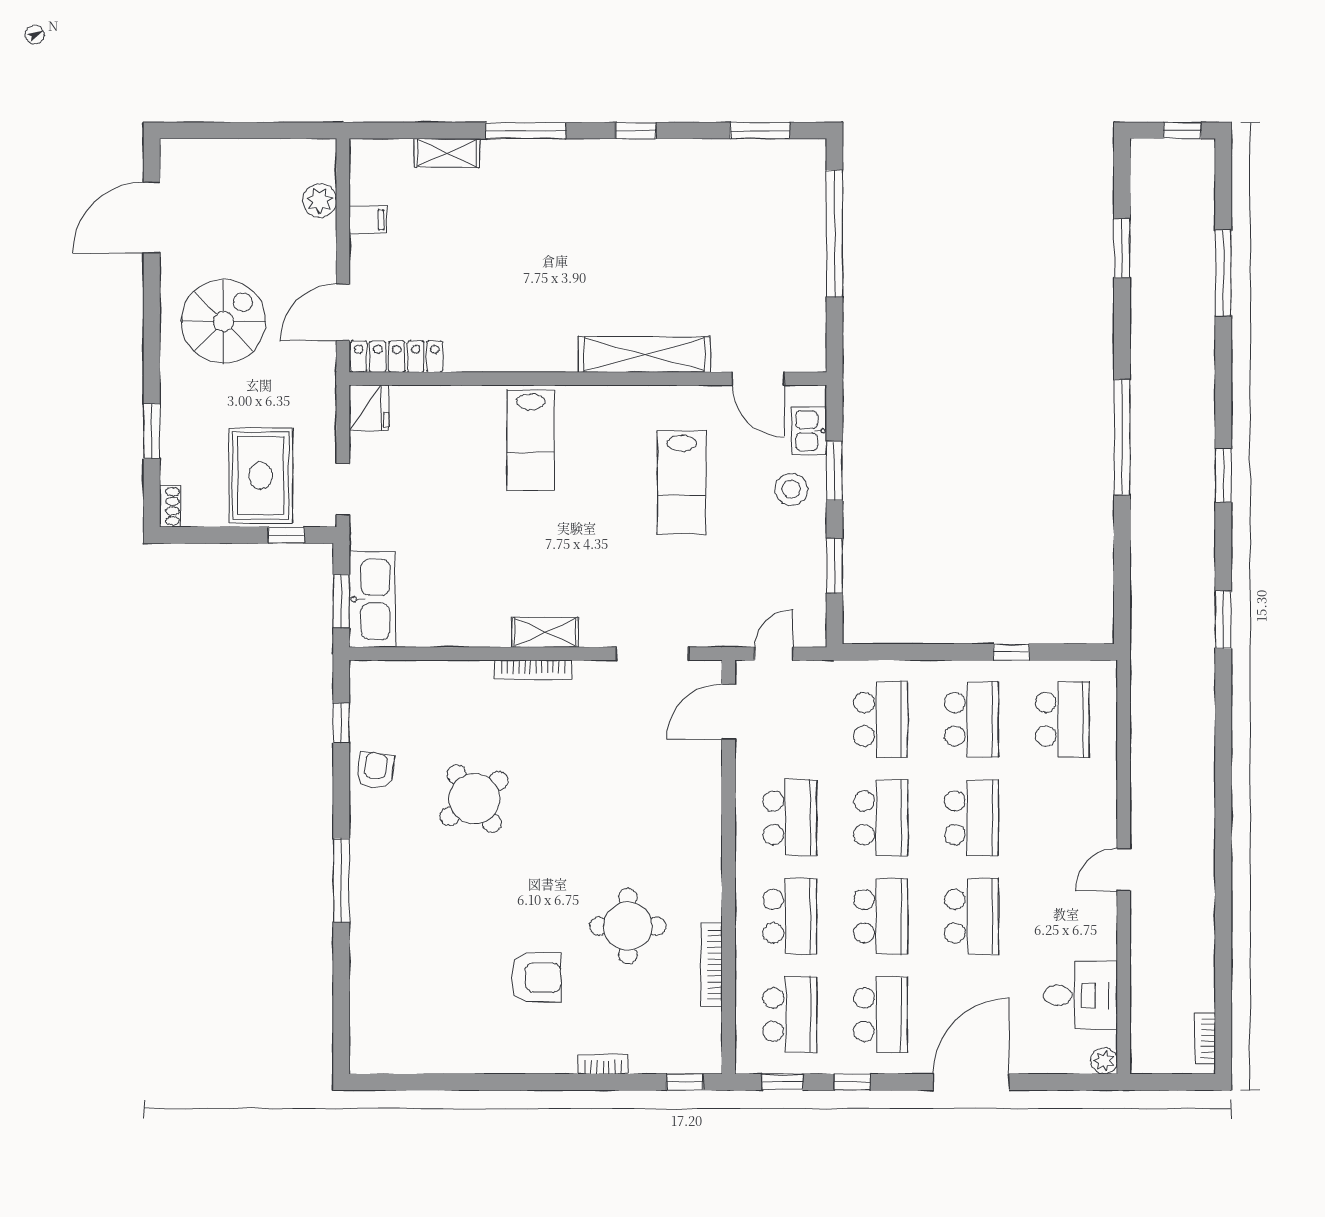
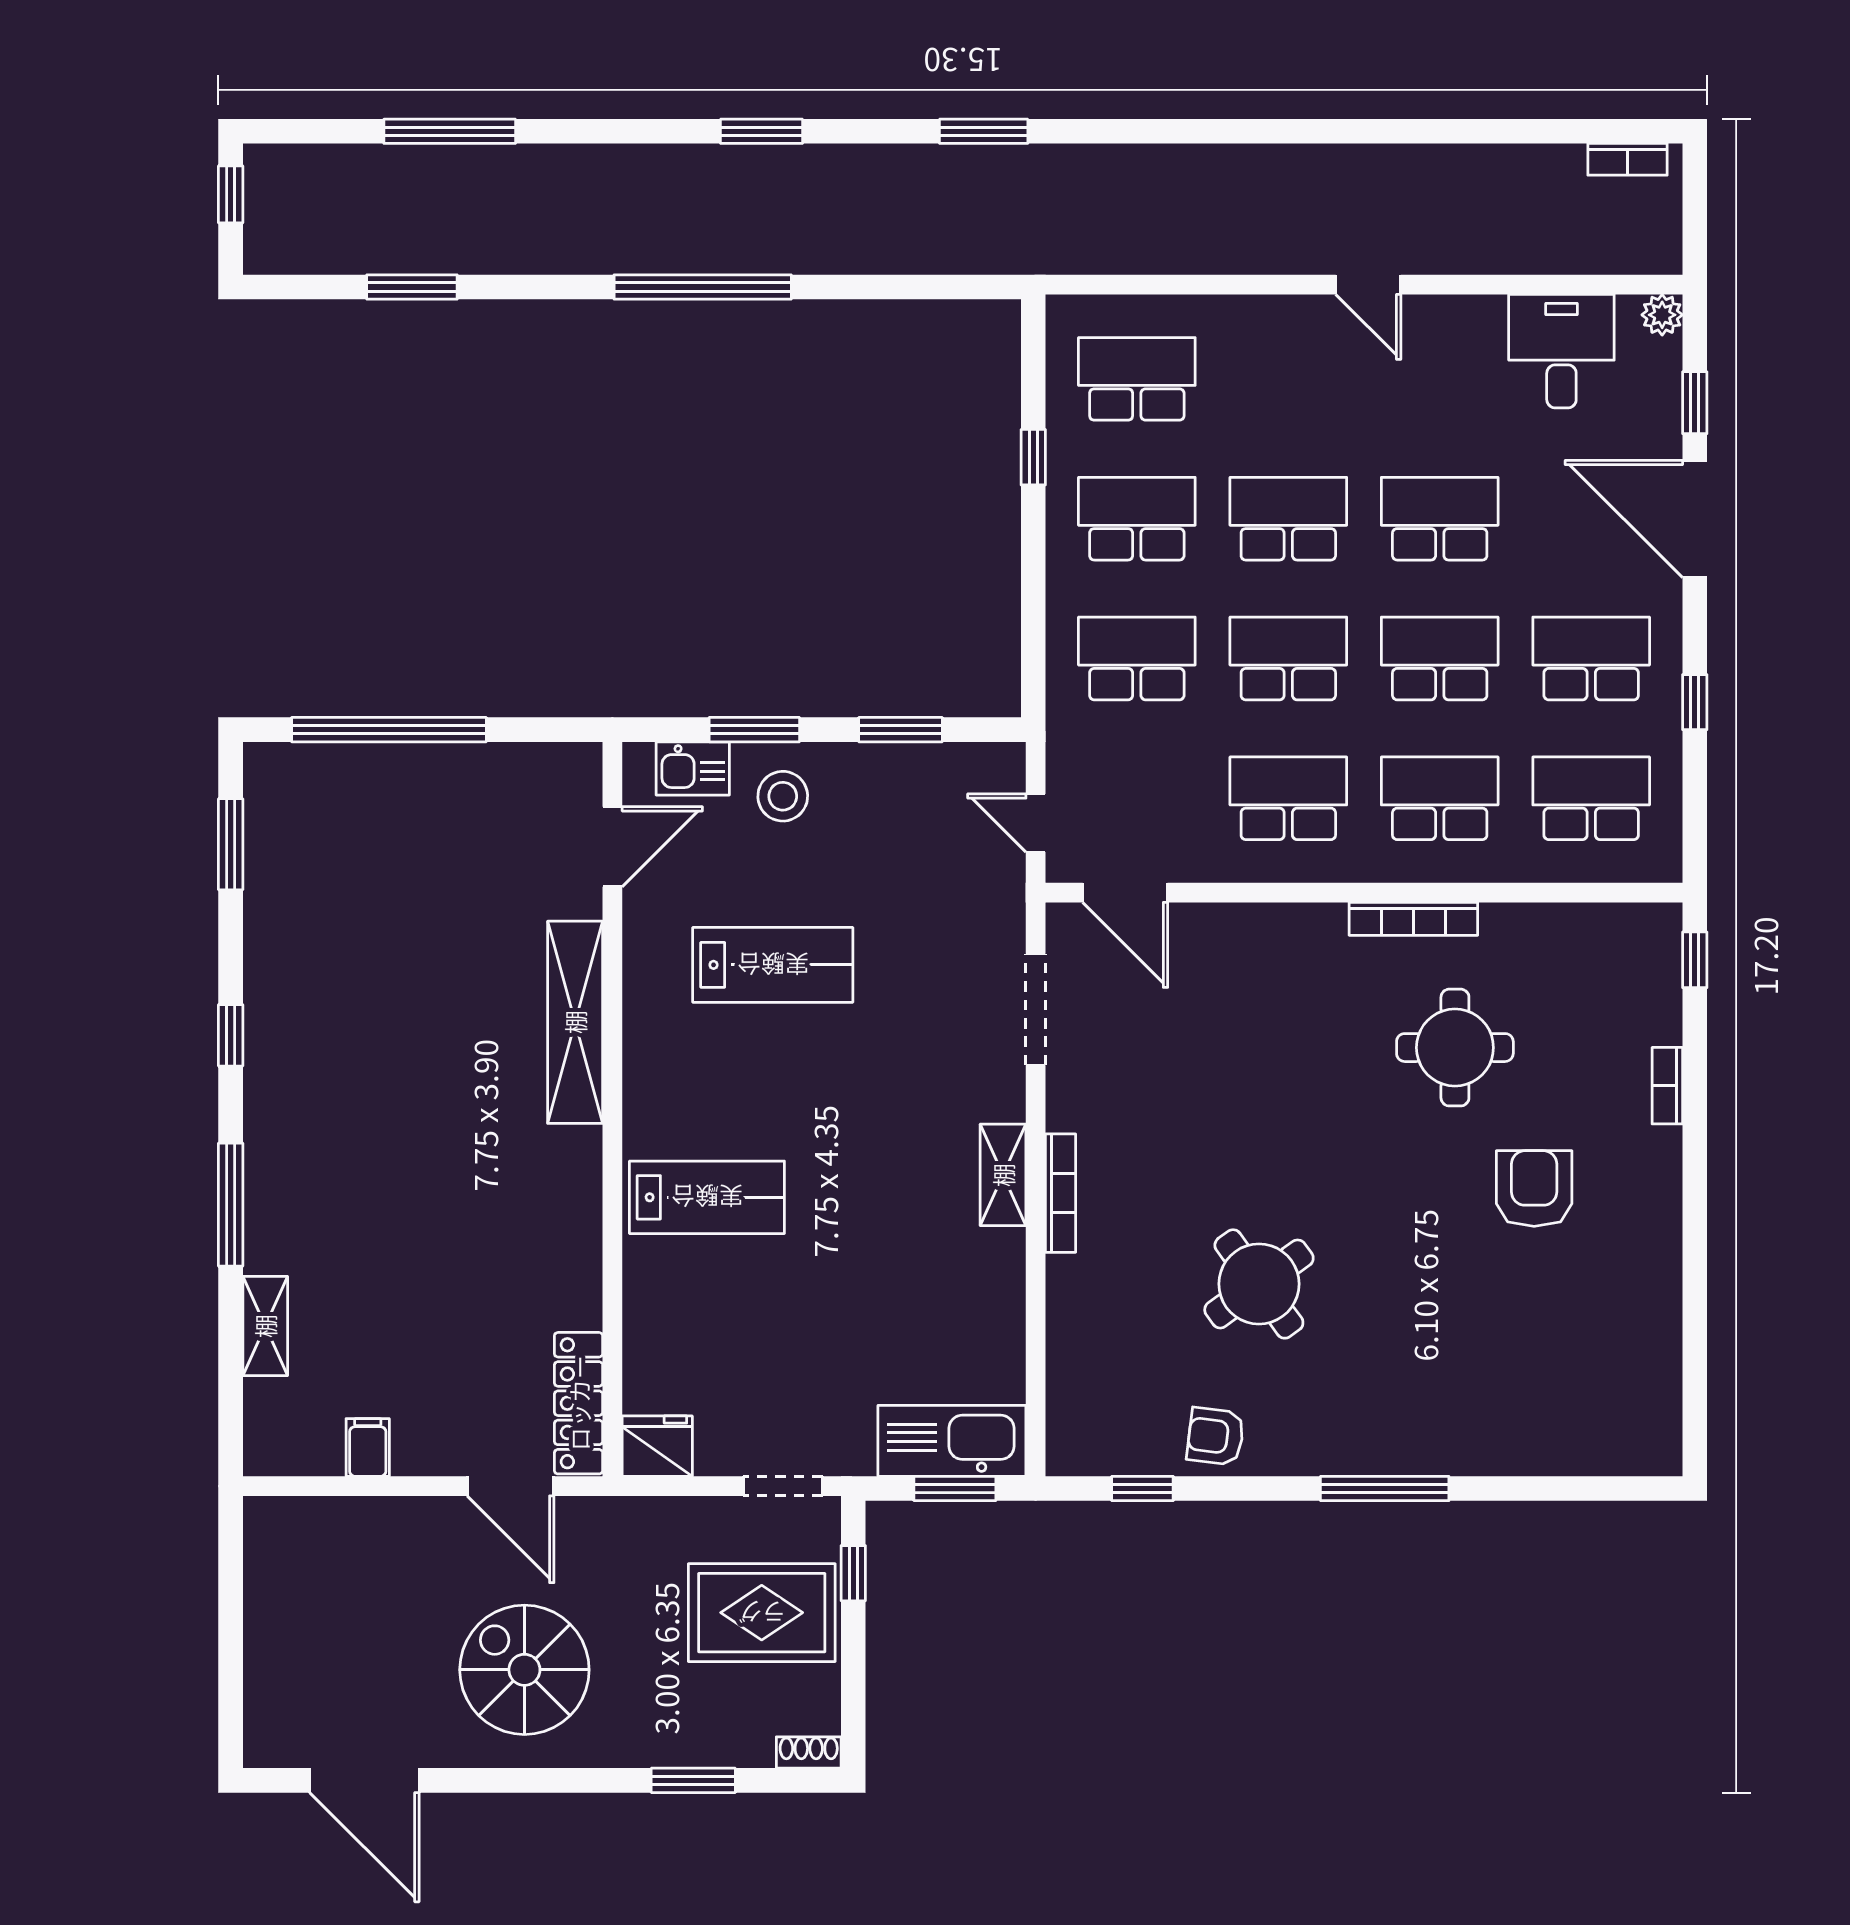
plant: (320, 200) -> (338, 1522), removed
bookcase: (712, 965) -> (1413, 919), moved
window: (782, 1082) -> (1695, 403), moved

